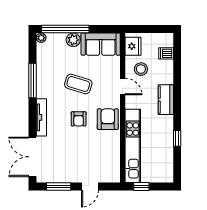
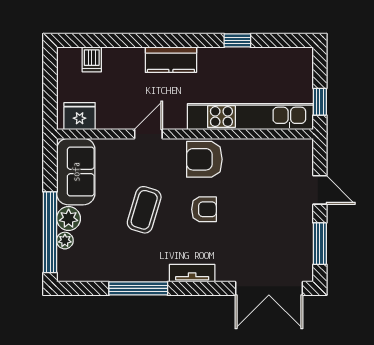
plant: (41, 38) -> (65, 241), moved
stool: (141, 69) -> (119, 102), removed
tv unit: (41, 117) -> (192, 273), width x0.71

